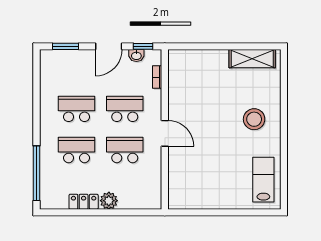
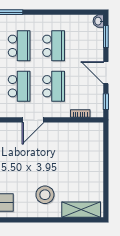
washbasin: (136, 56) -> (98, 21), moved
shelving: (252, 59) -> (81, 210), moved, turned 90

